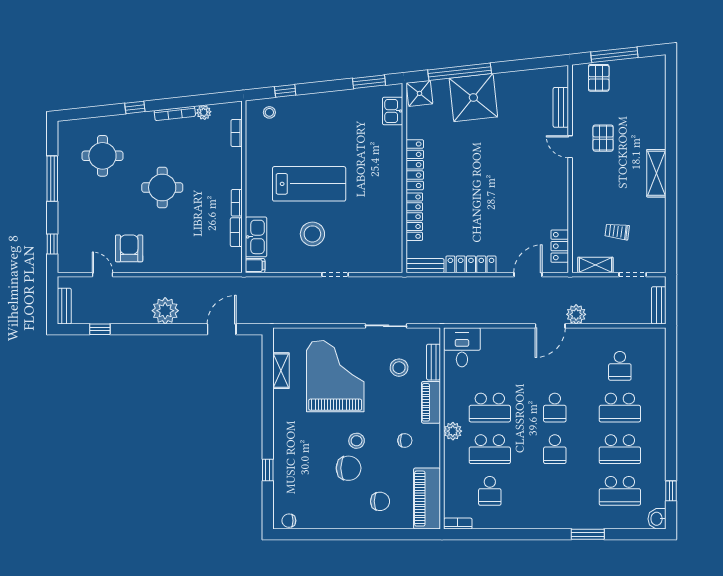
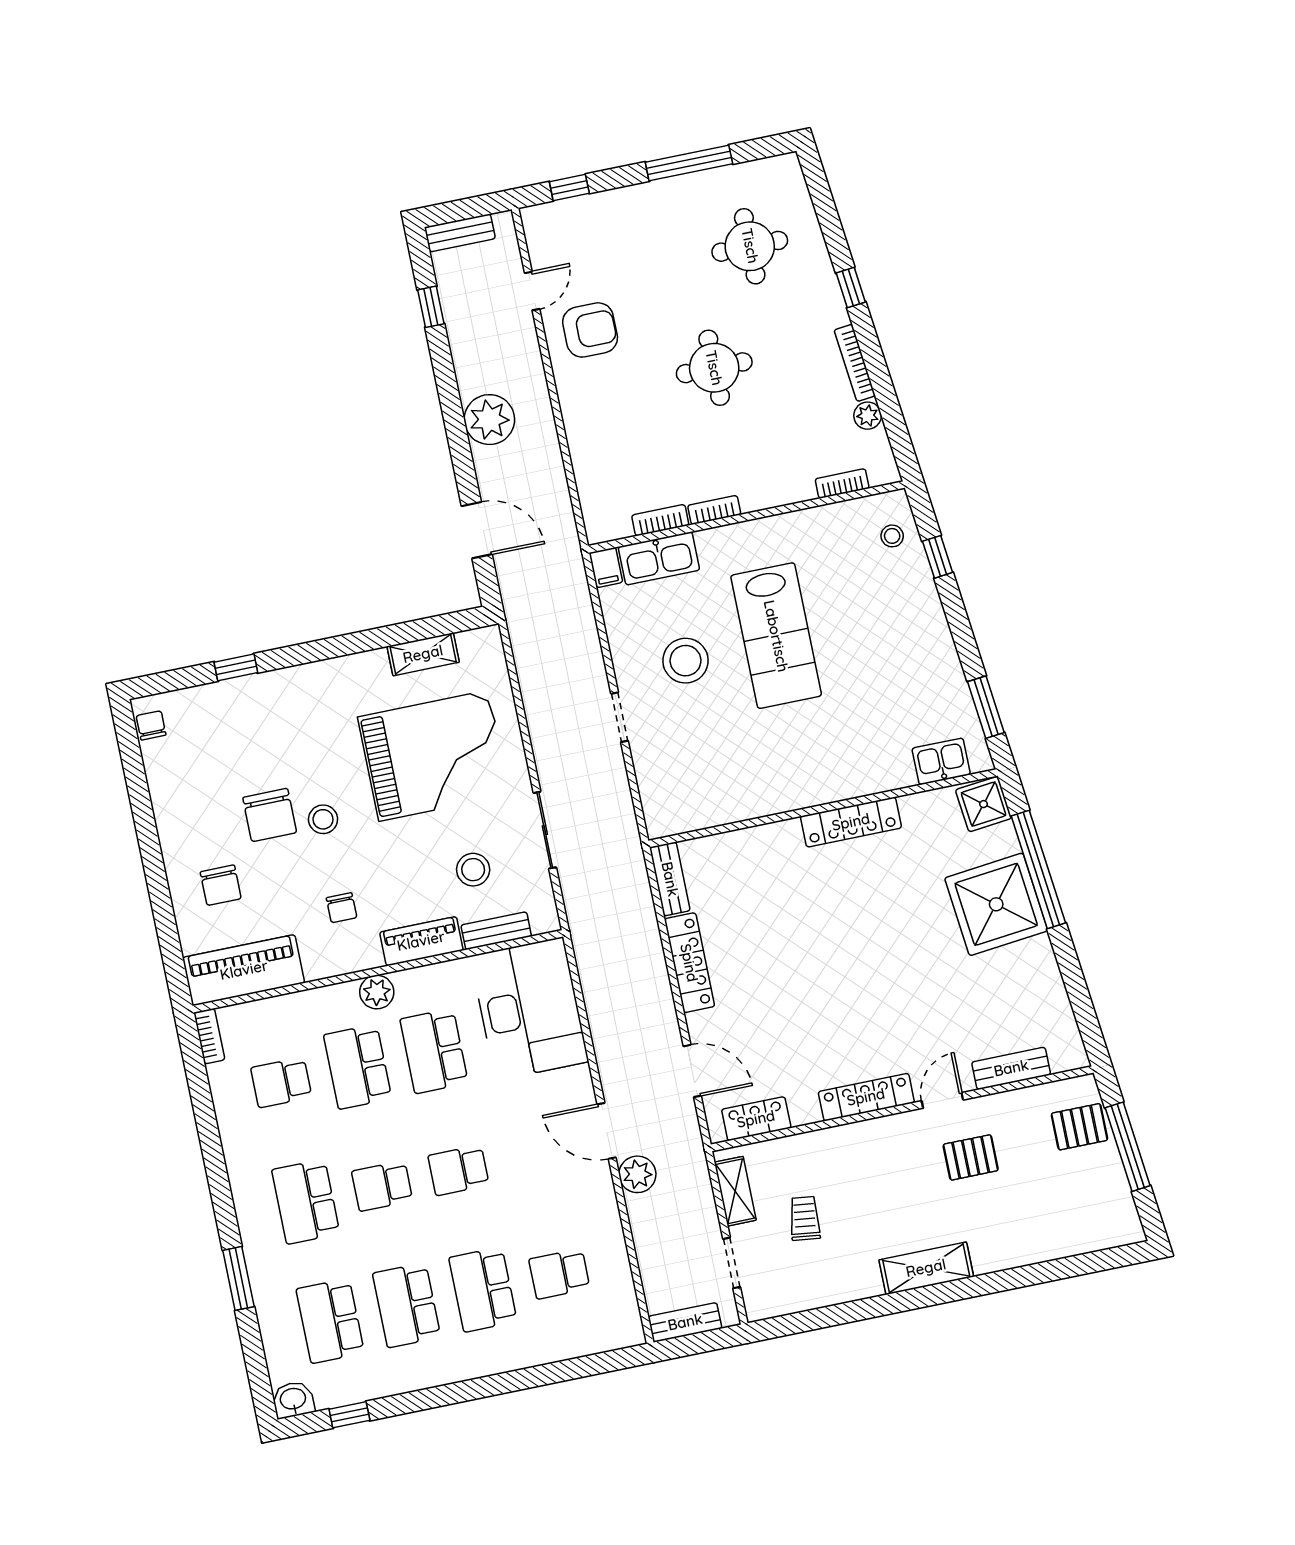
locker: (414, 217) -> (866, 1097), moved, turned 180
desk: (462, 347) -> (529, 1009), width x1.87, depth x1.30
school desk: (555, 491) -> (306, 1202), added

